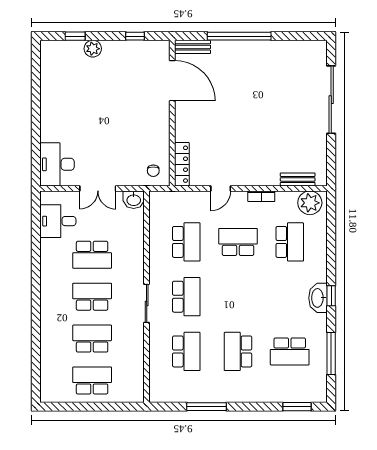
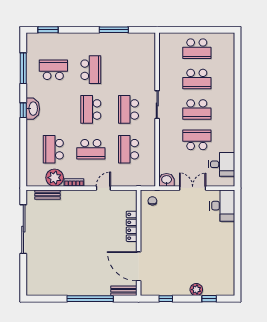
sliding door: (331, 100) -> (23, 229), moved
locker: (182, 164) -> (132, 226), moved
plant: (310, 203) -> (55, 178), moved
school desk: (186, 351) -> (91, 109), moved

